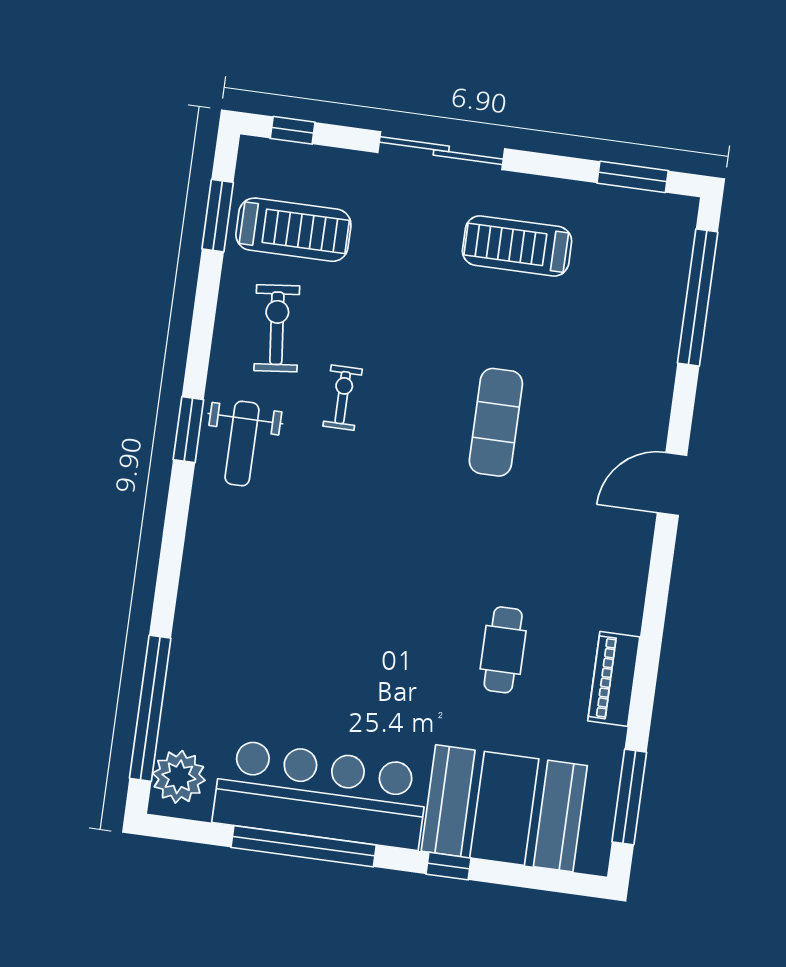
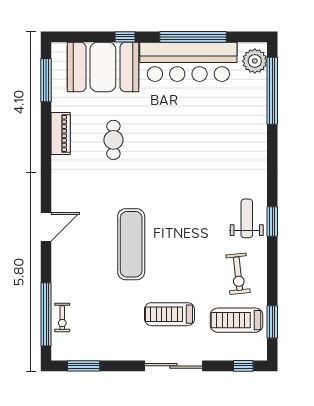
treadmill: (517, 246) -> (170, 314), moved, turned 180
exercise bike: (343, 398) -> (62, 318), moved
exercise mat: (496, 422) -> (131, 244), width x1.36, depth x1.45

